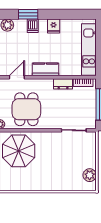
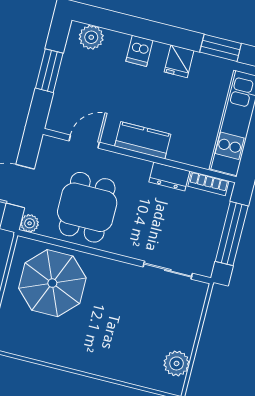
window: (28, 14) -> (221, 48), moved

